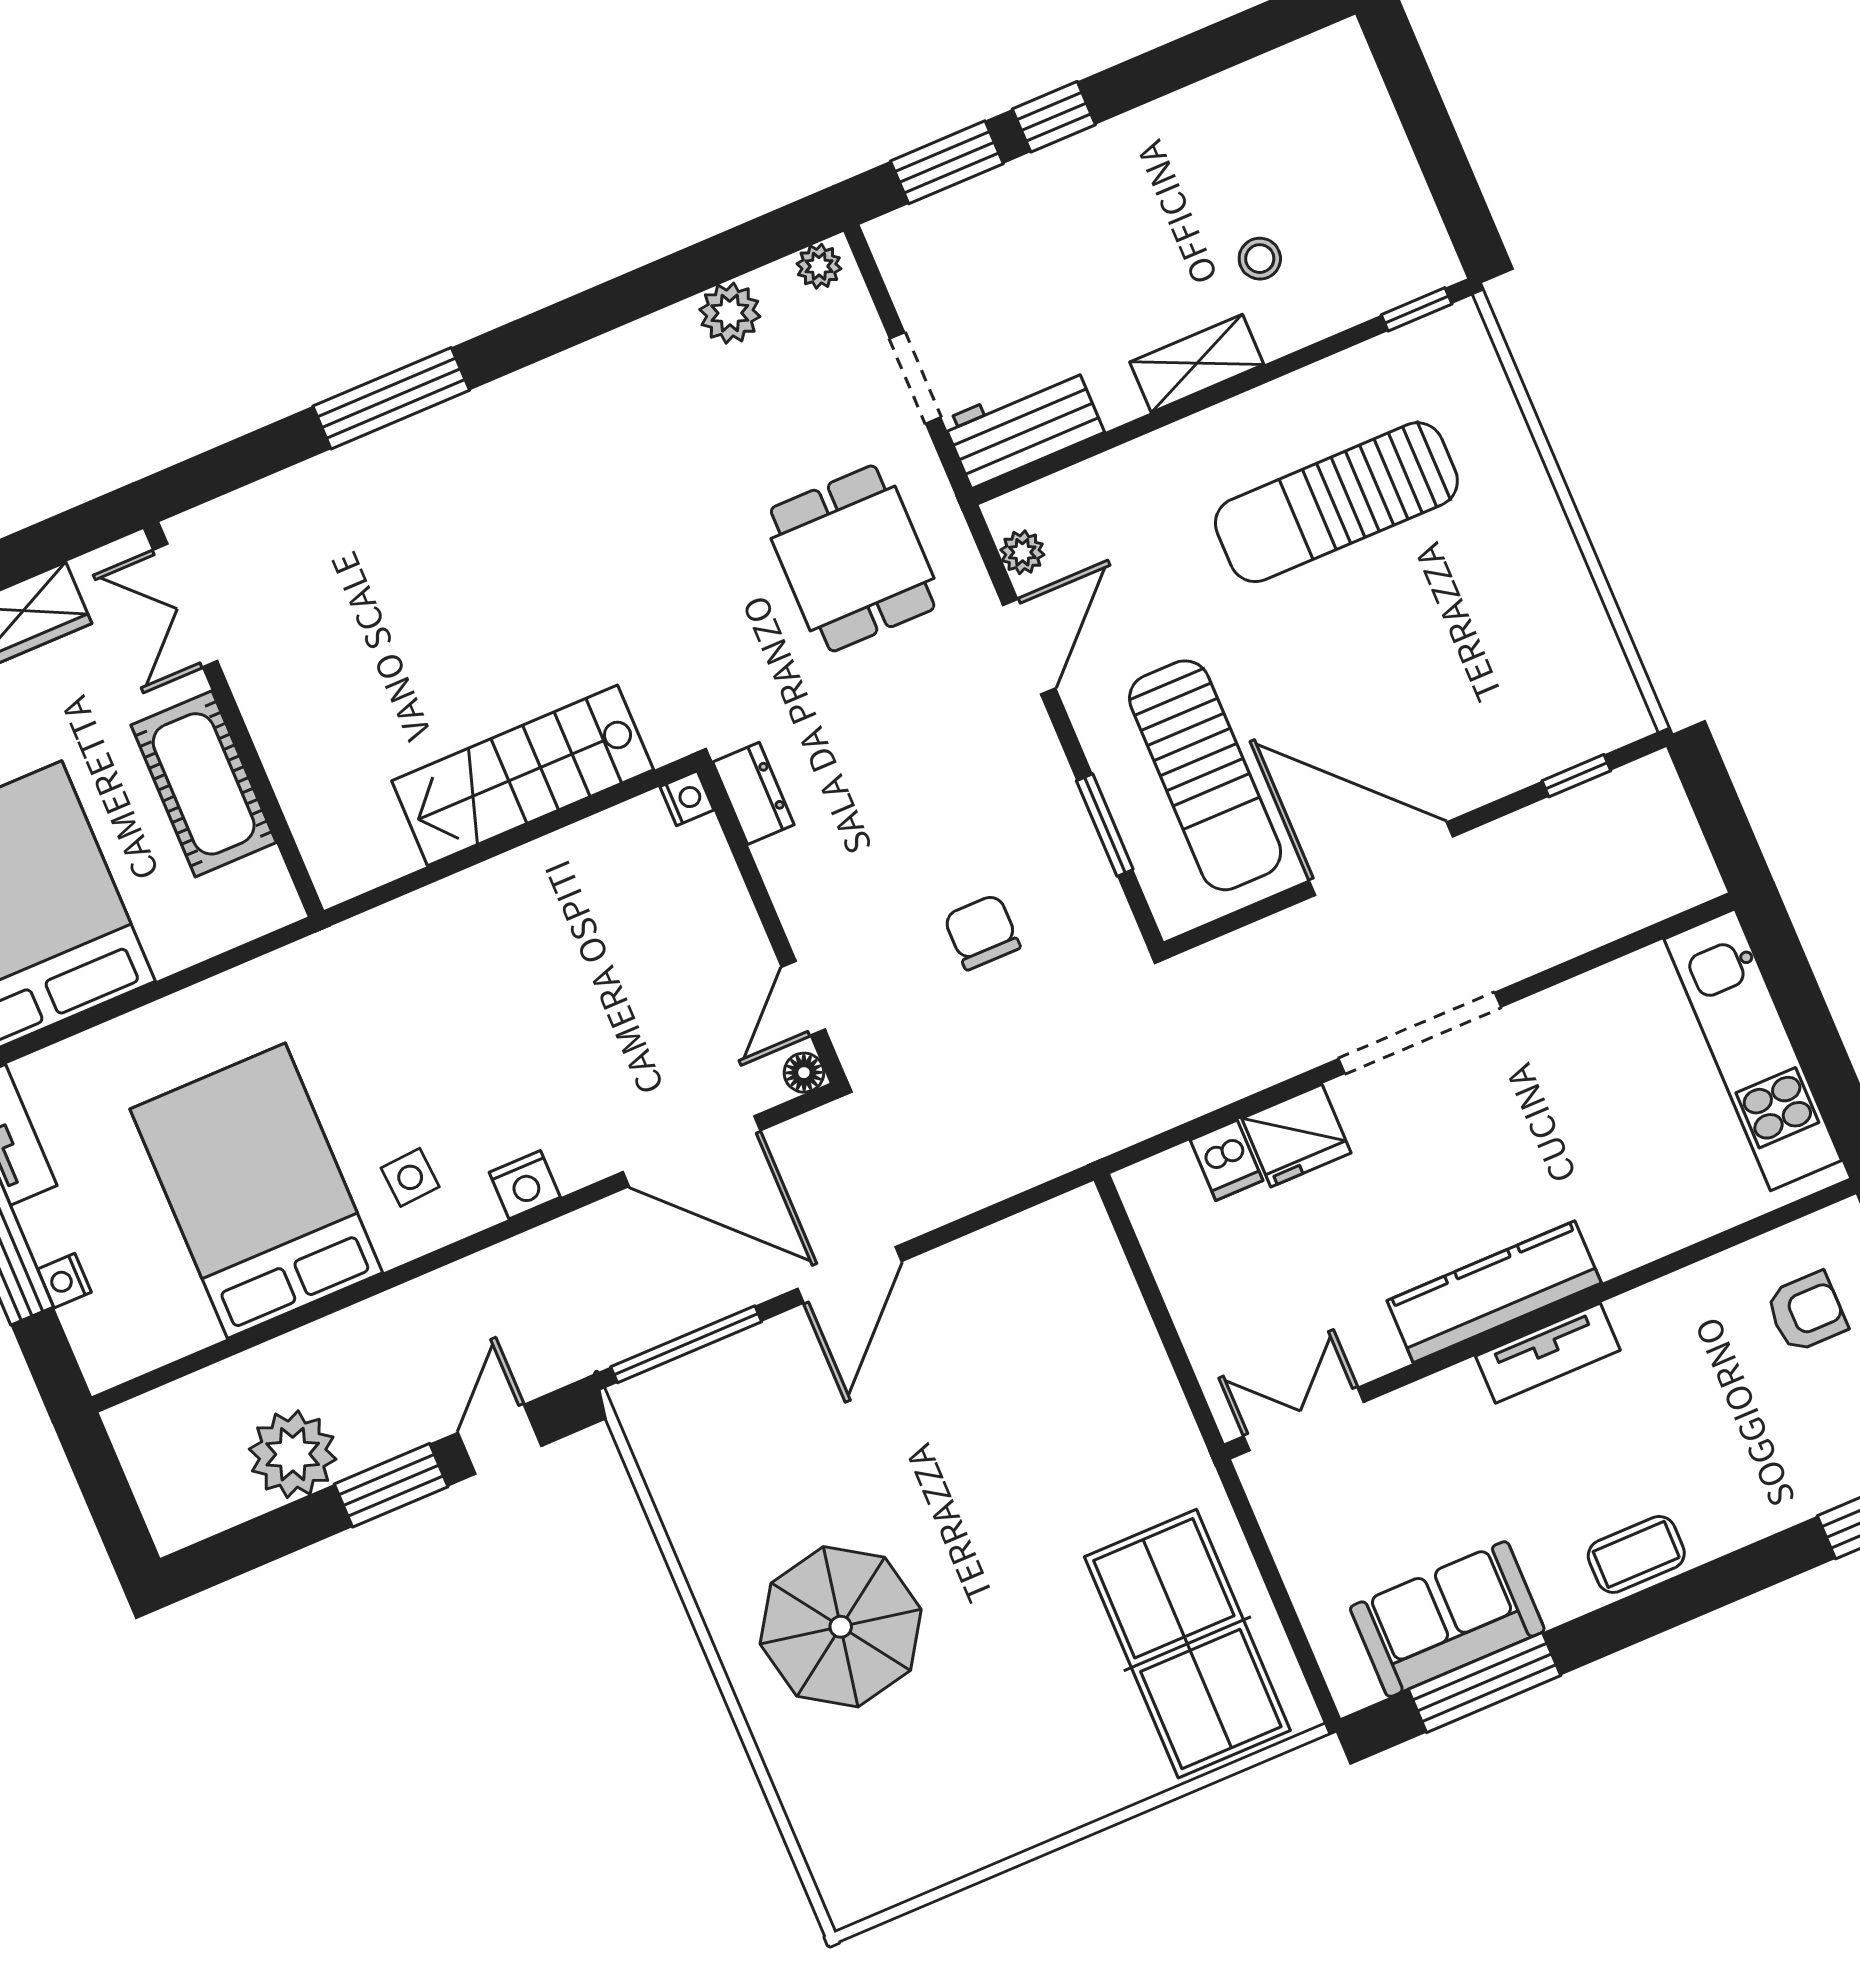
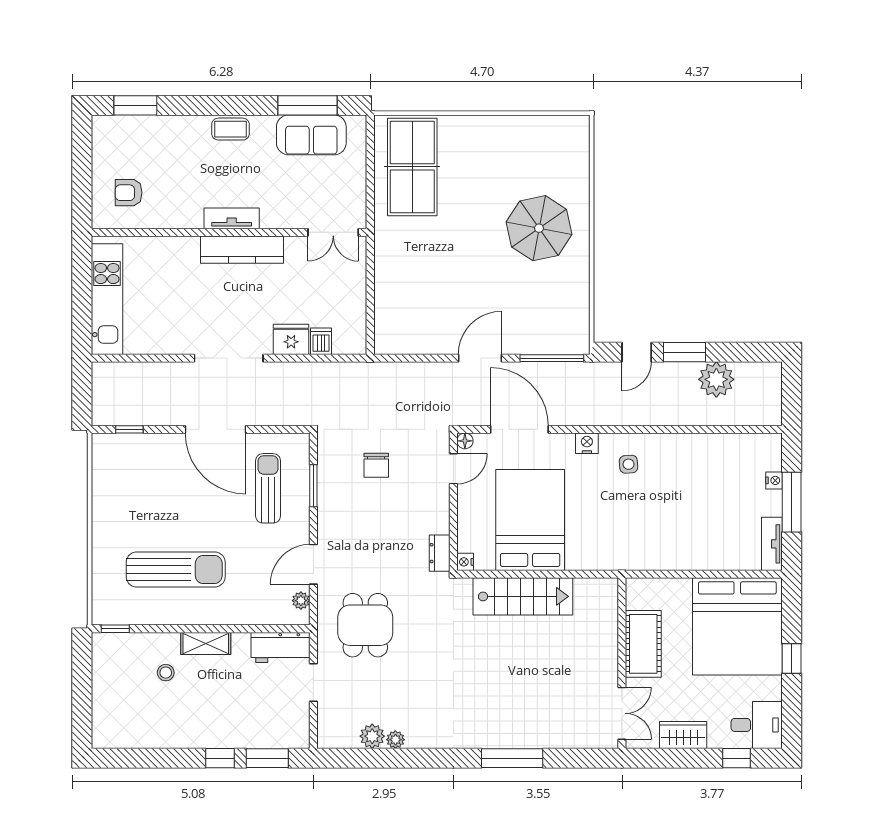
plant: (819, 266) -> (395, 740), moved
sun lounger: (1205, 775) -> (268, 488), width x0.73, depth x0.75
bed: (256, 1191) -> (530, 520), moved, turned 180

